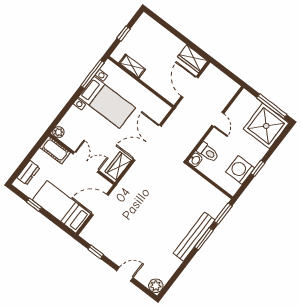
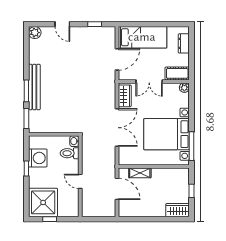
wardrobe: (193, 59) -> (178, 210), moved
shelving: (132, 66) -> (140, 173), moved
bed with nightstands: (107, 102) -> (166, 134), width x1.36
window: (272, 106) -> (50, 219), width x0.46
window: (34, 205) -> (163, 24), removed
door: (125, 274) -> (62, 24), hinge flipped

